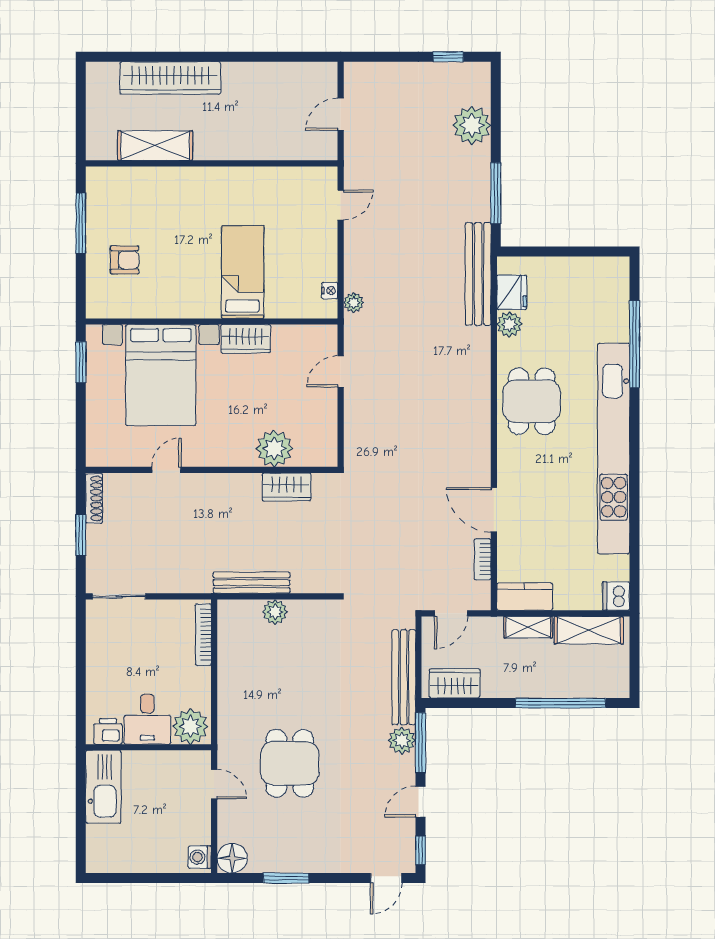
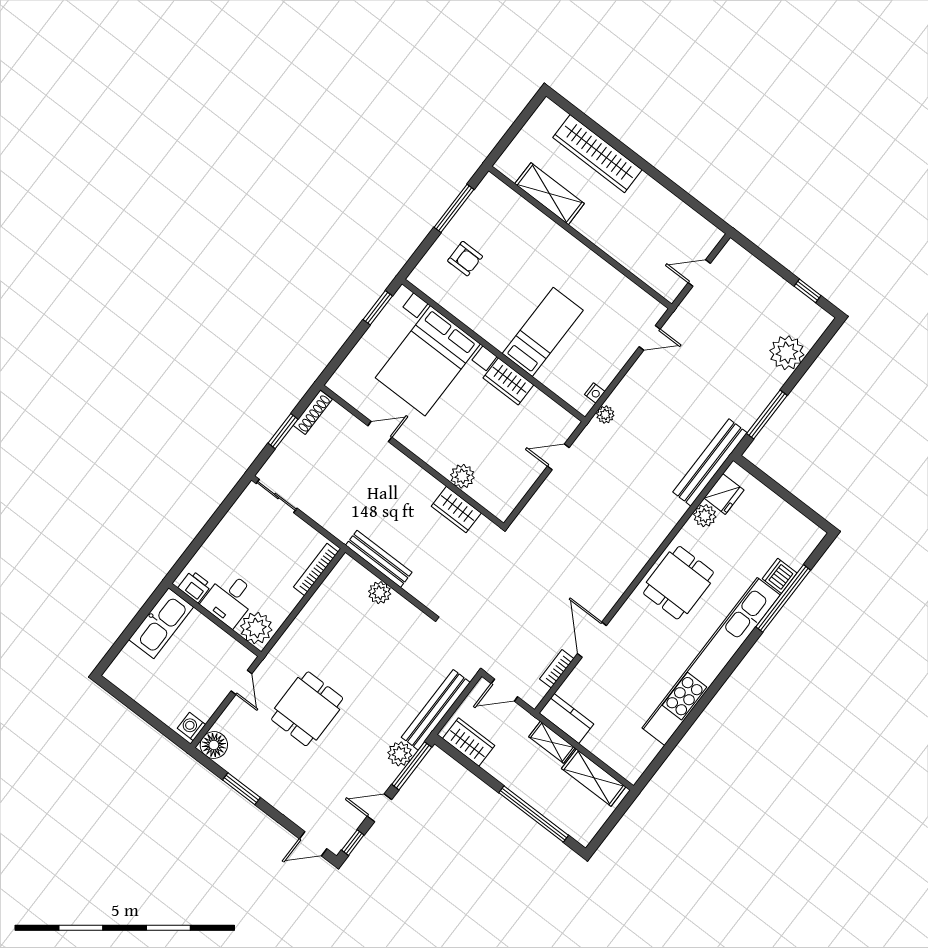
plant: (274, 449) -> (462, 476), width x0.73, depth x0.73
dishwasher: (616, 596) -> (780, 576), moved

